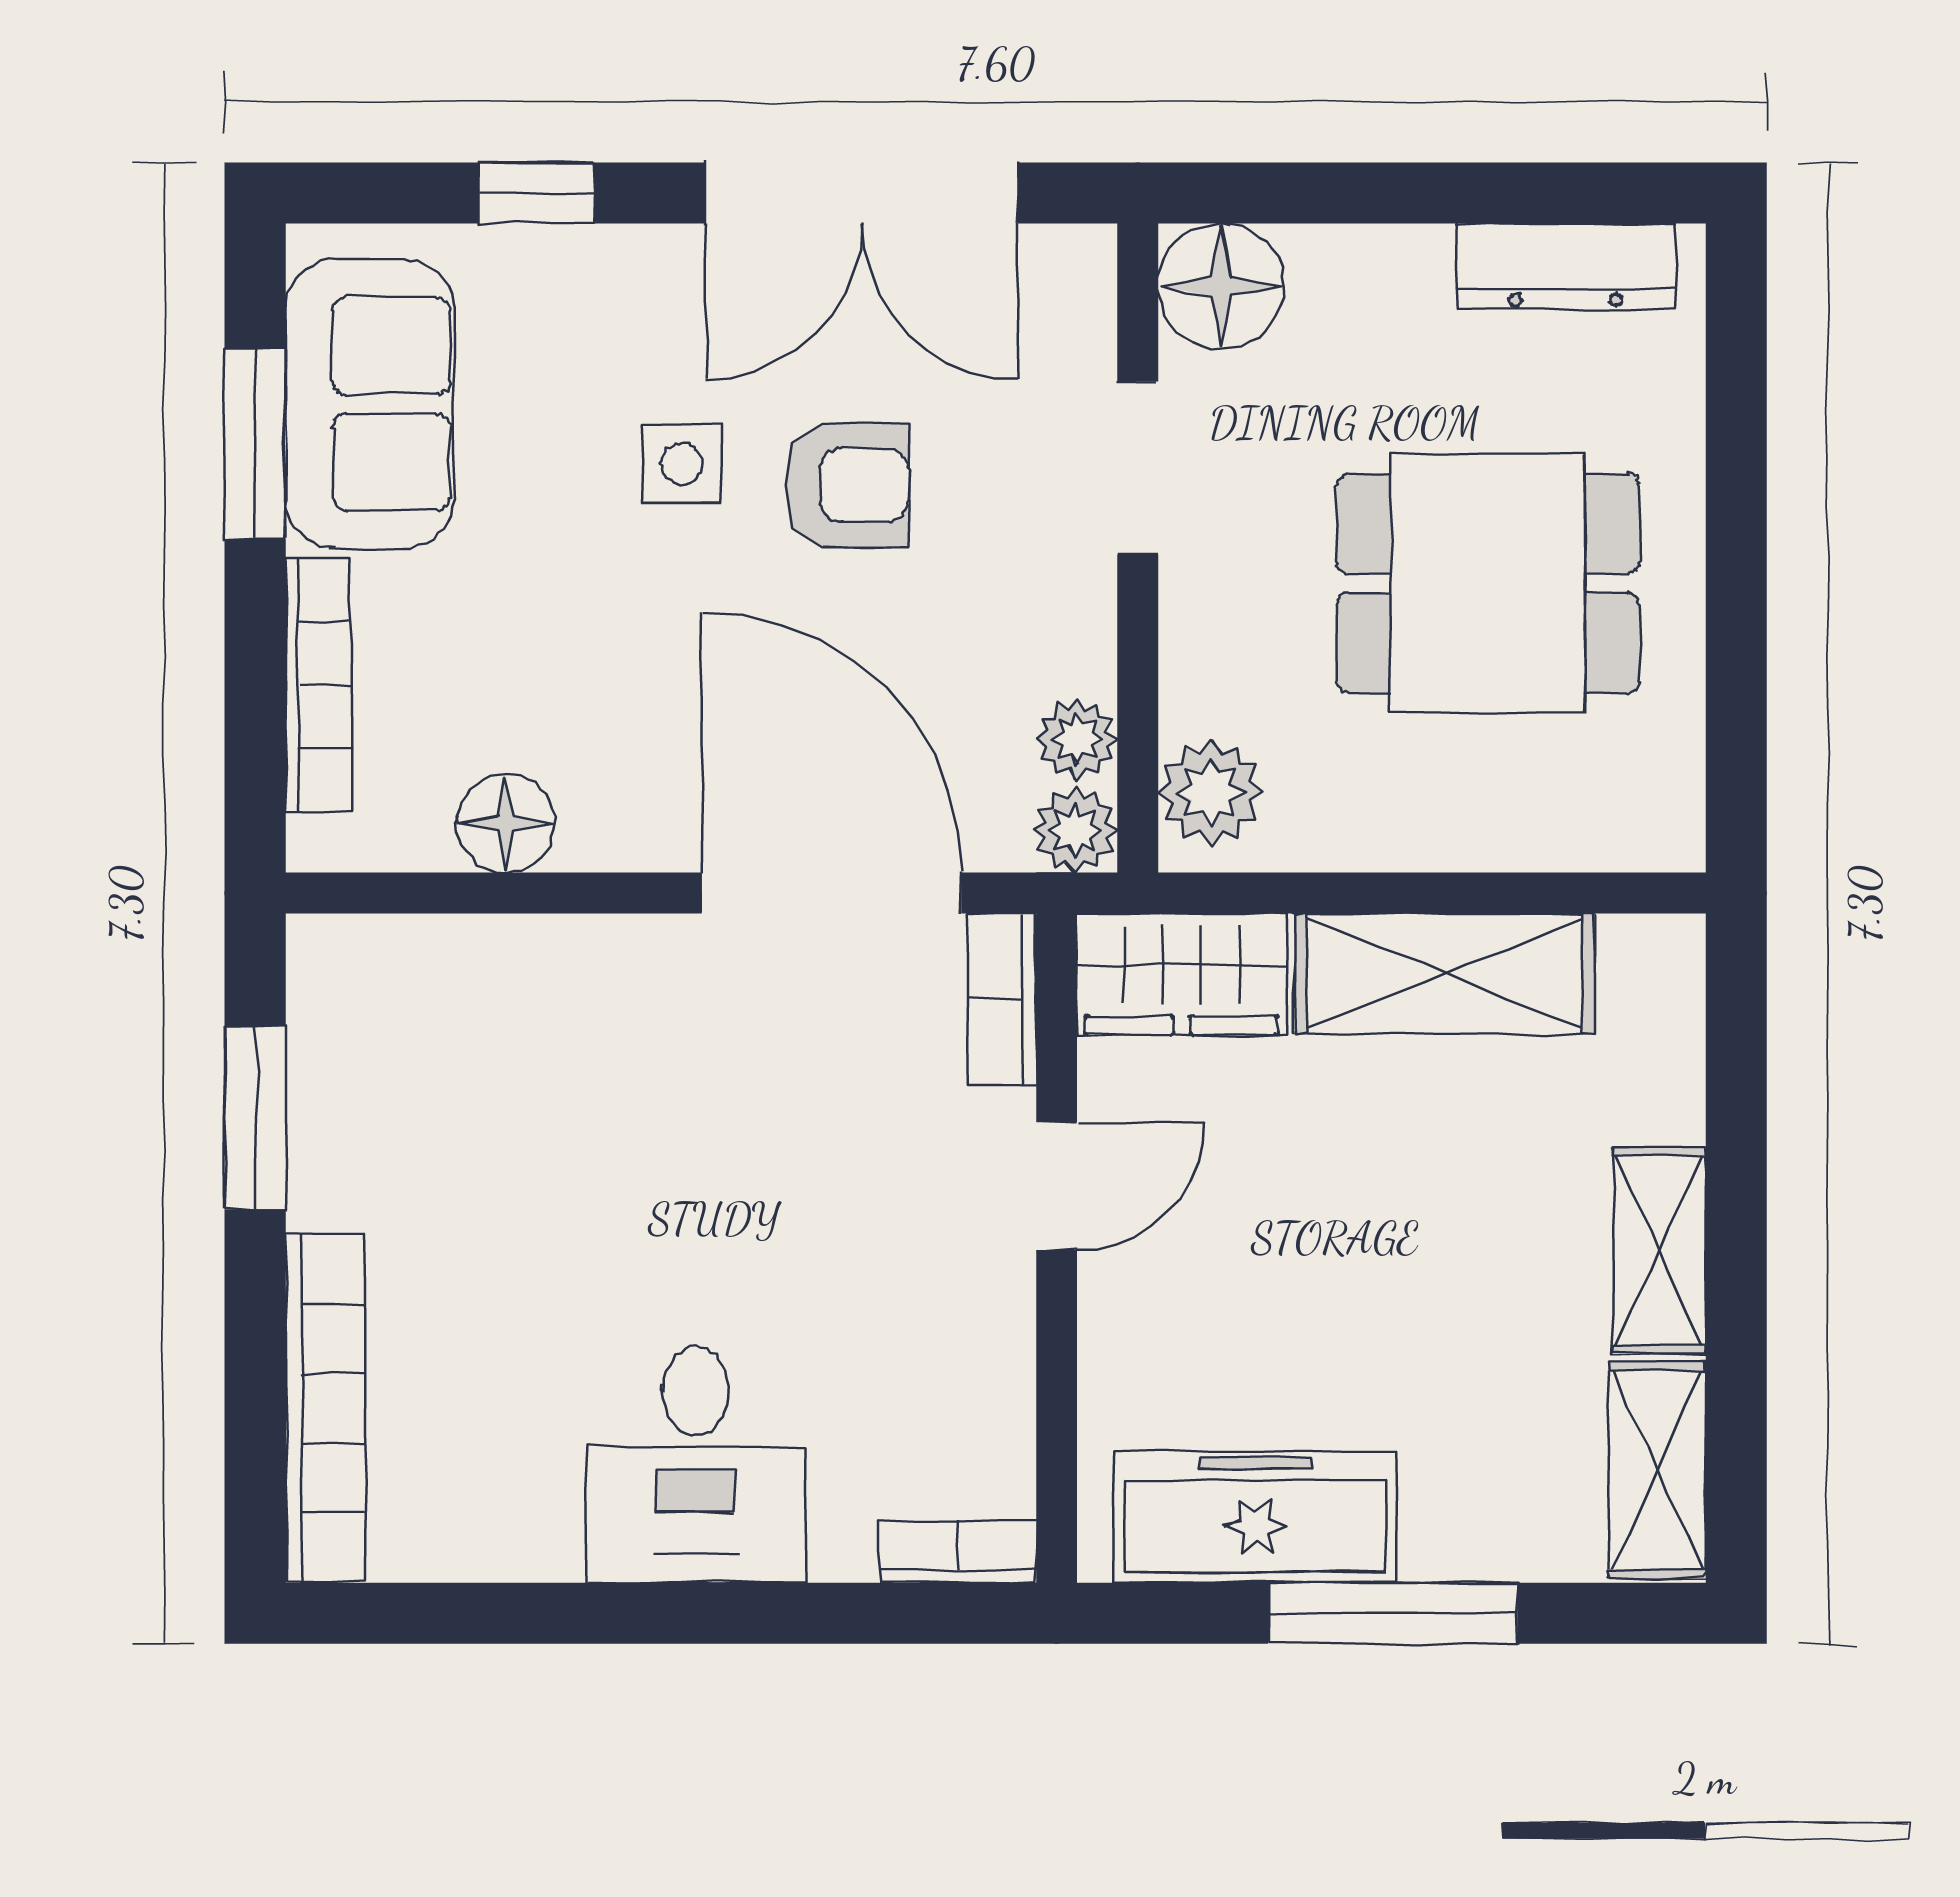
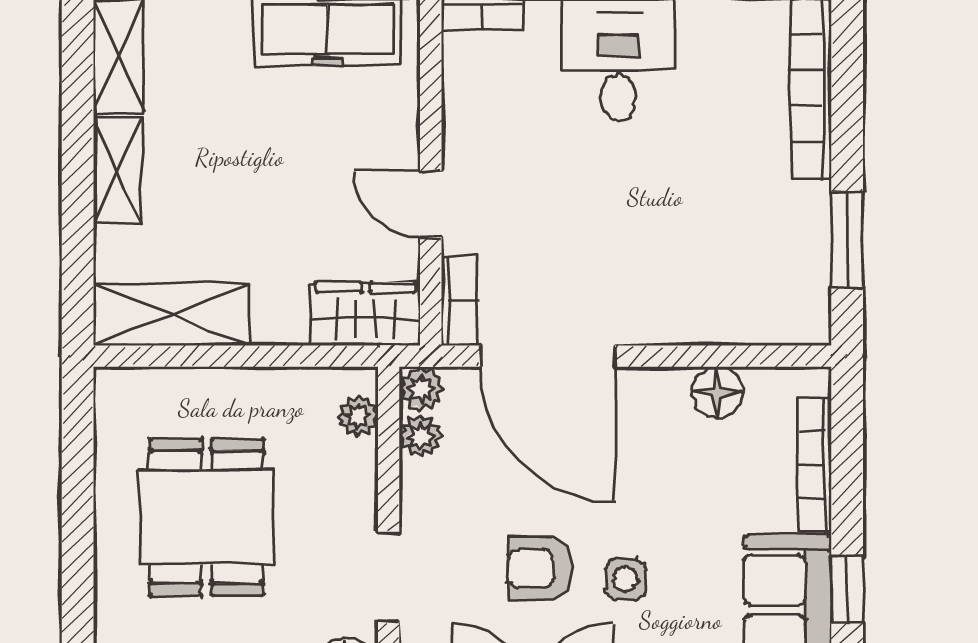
window: (255, 444) -> (847, 590), width x0.67
dining table: (1488, 583) -> (207, 517), turned 90
plant: (1211, 792) -> (358, 416), width x0.73, depth x0.73
shelving: (1444, 973) -> (171, 314), moved
door: (1057, 1186) -> (431, 204), hinge flipped

